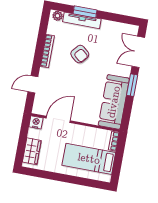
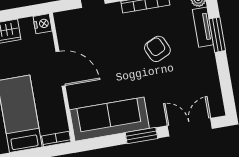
tv unit: (82, 20) -> (203, 27), width x0.71
armchair: (80, 54) -> (157, 49), turned 115
door: (58, 119) -> (61, 69), moved

